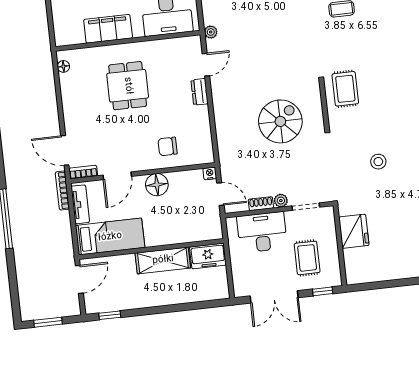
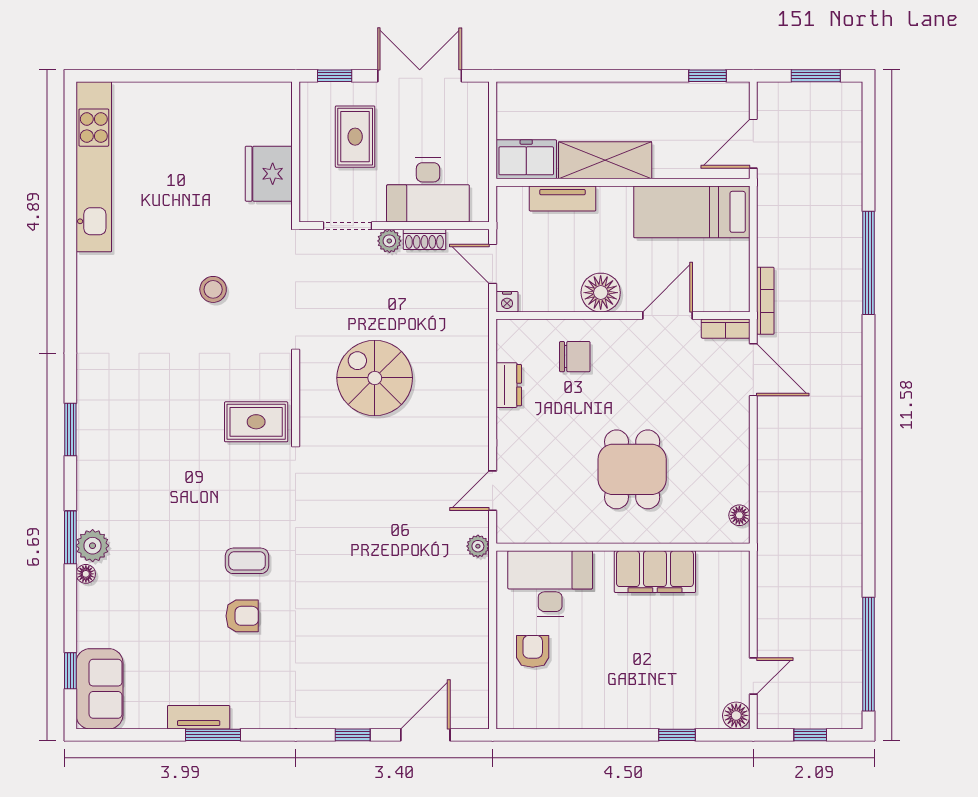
rug: (345, 89) -> (256, 422), turned 90
dresser: (200, 92) -> (509, 385), moved
spiral stairs: (280, 121) -> (375, 378), turned 90
tv unit: (80, 204) -> (563, 198), moved, turned -90

